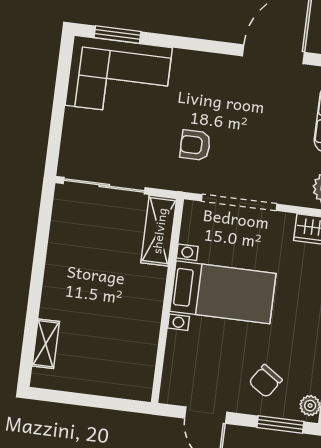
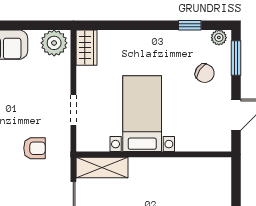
armchair: (195, 145) -> (35, 148), turned -90
doorway: (239, 203) -> (73, 110), width x0.53

